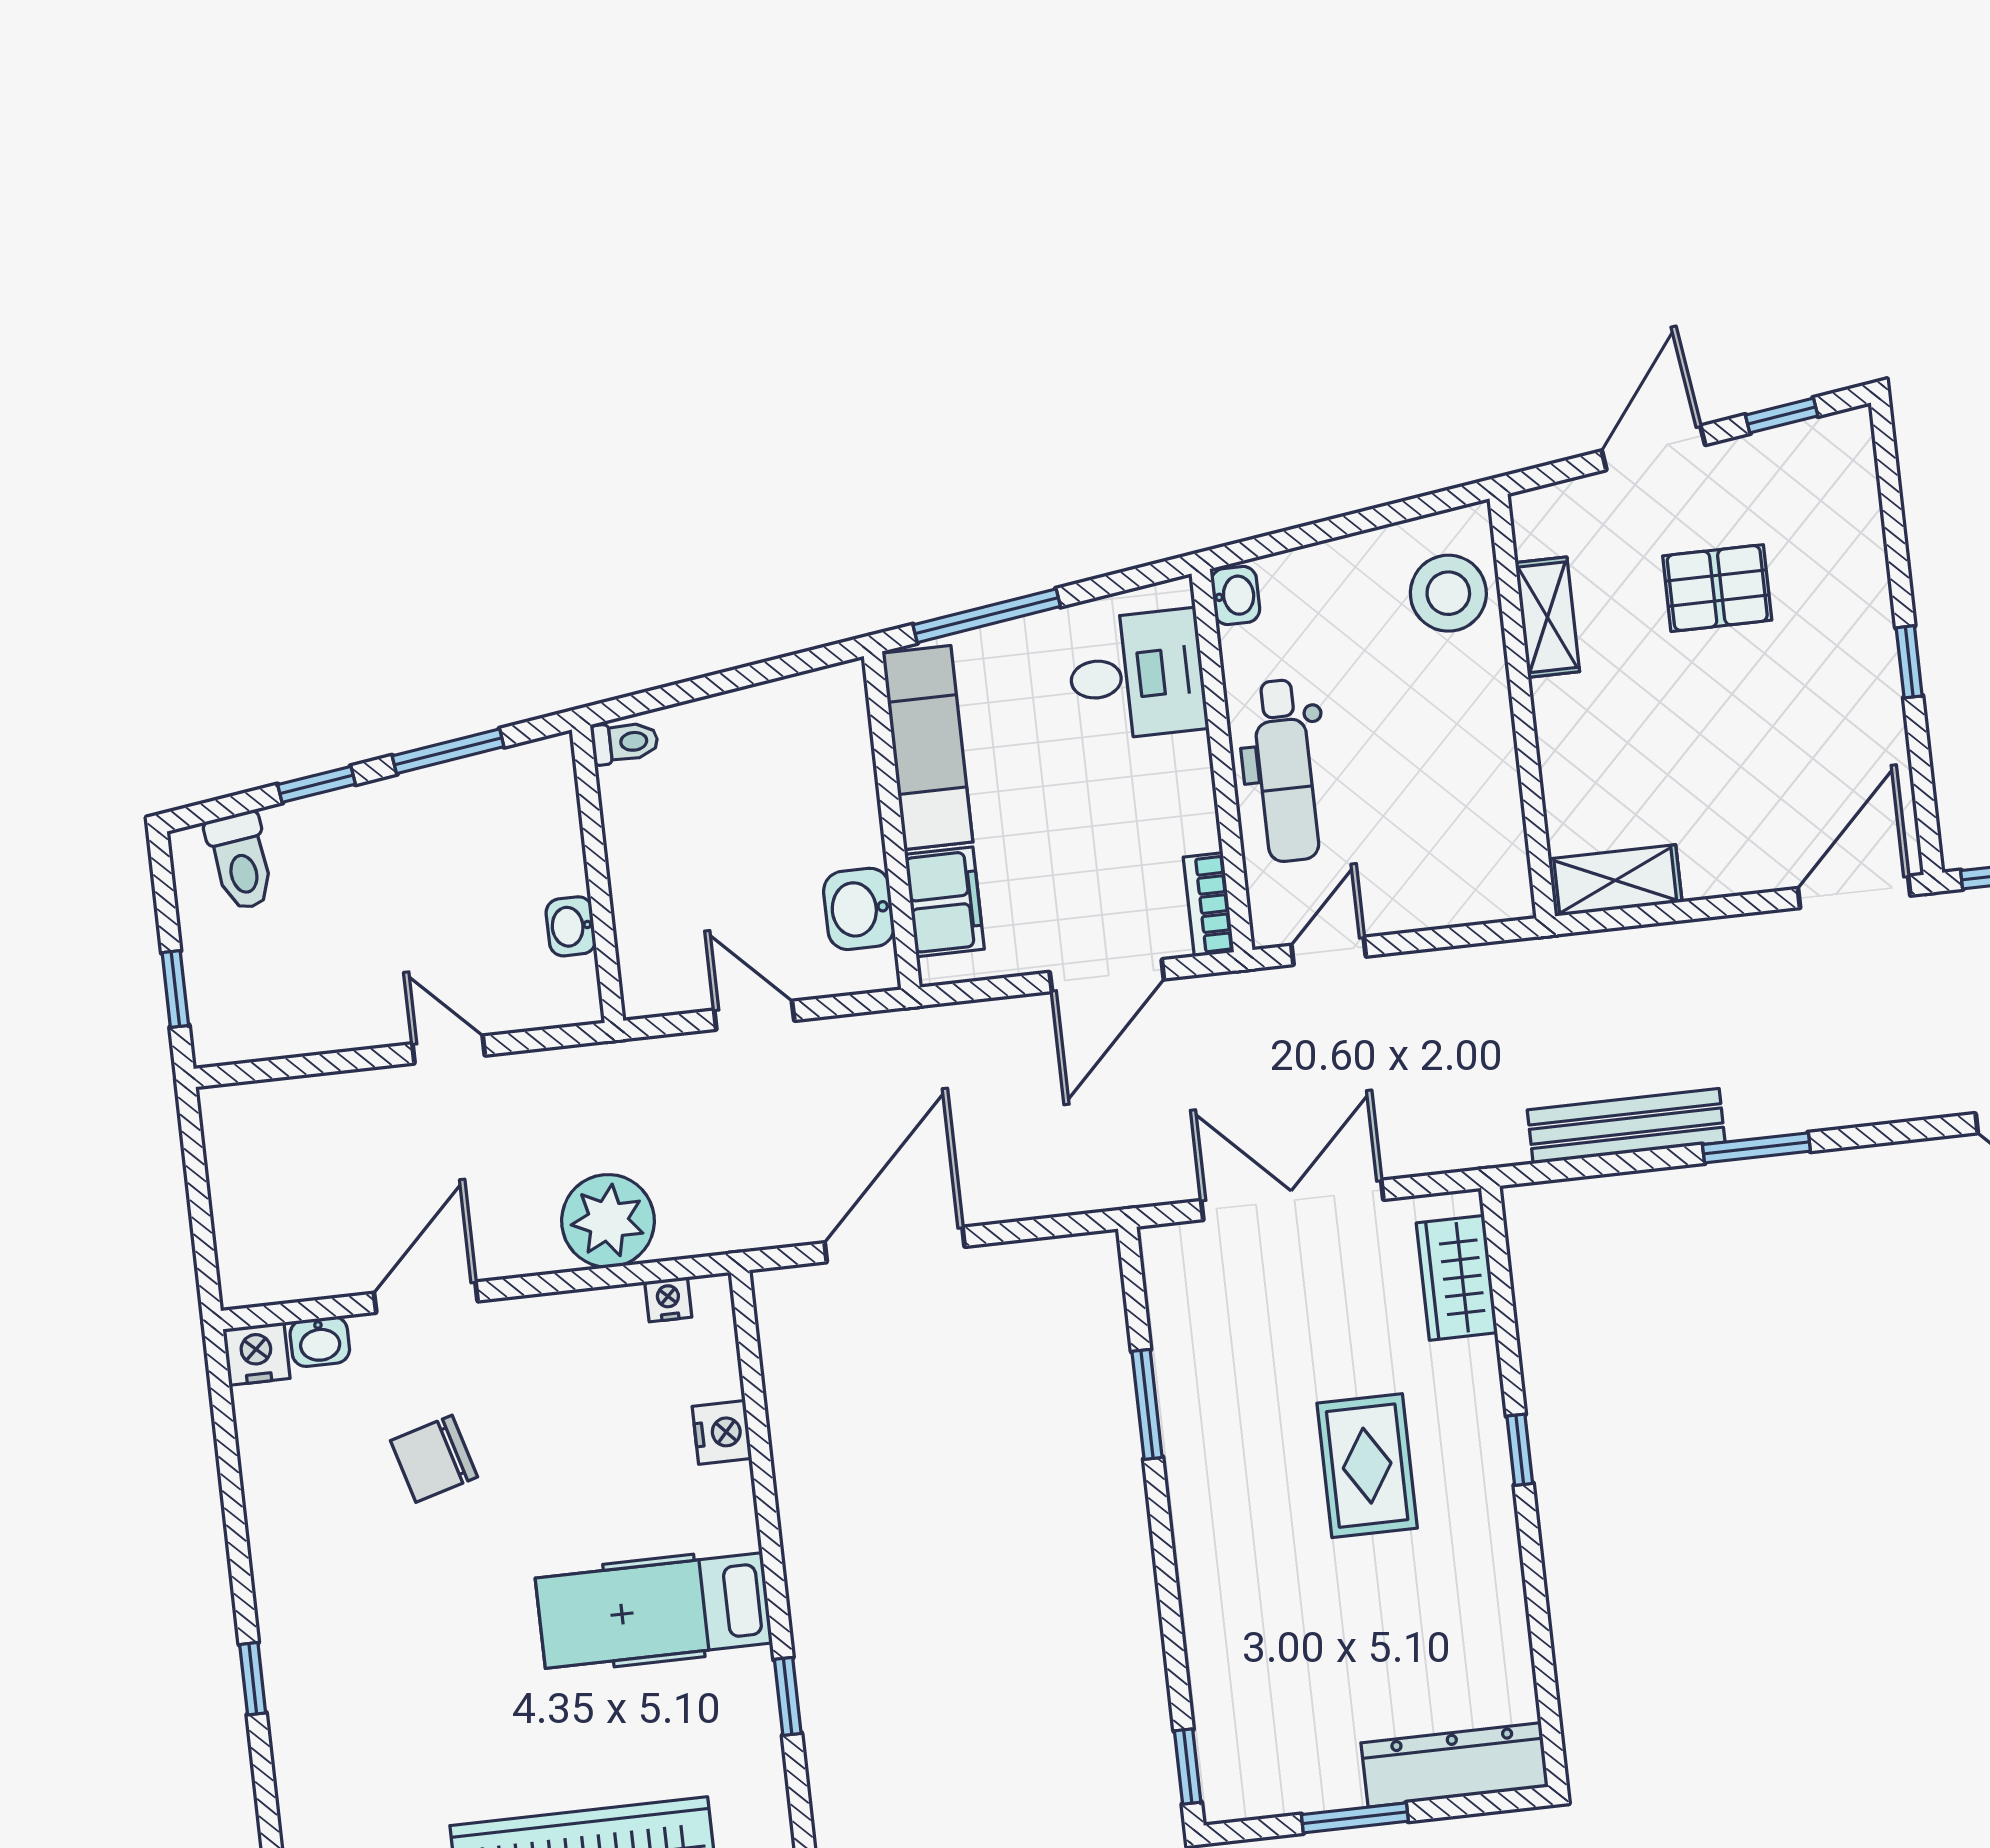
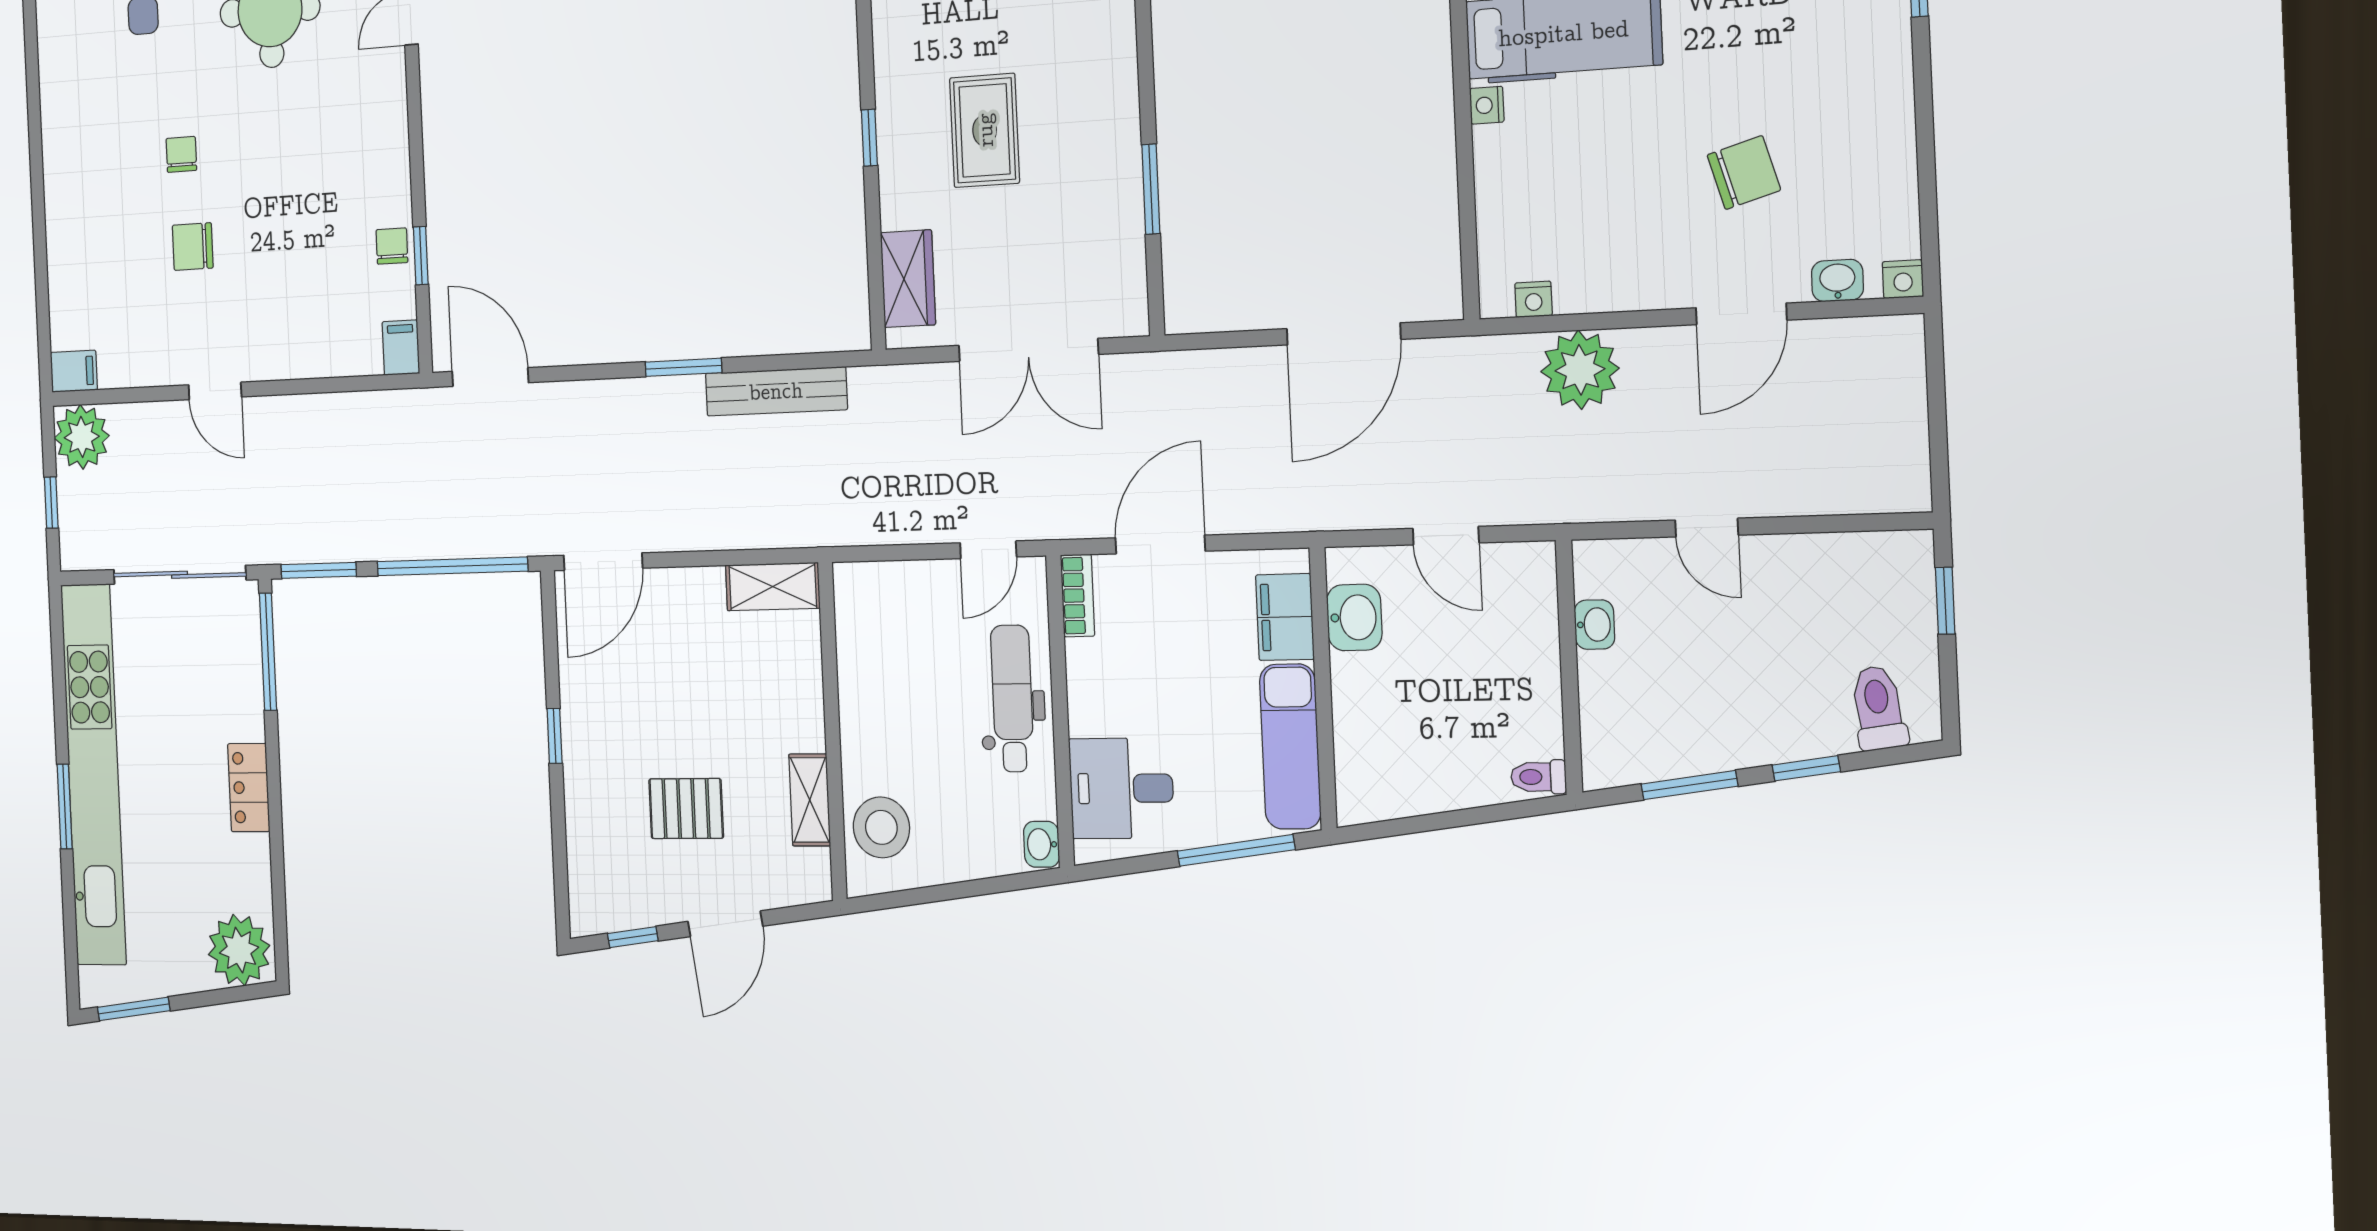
nightstand: (256, 1354) -> (1903, 279), width x0.72, depth x0.74
nightstand: (722, 1432) -> (1487, 105), moved, width x0.72, depth x0.74

